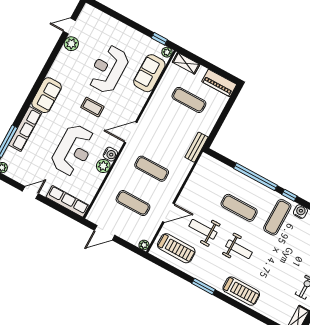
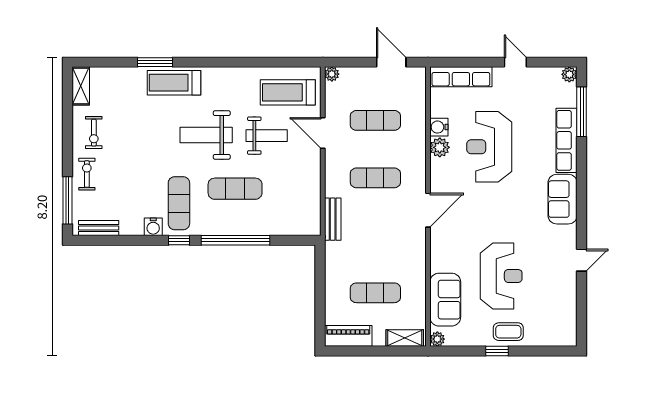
door: (69, 26) -> (582, 260), moved
window: (159, 39) -> (497, 351), moved
plant: (71, 44) -> (567, 283), removed
coffee table: (92, 107) -> (508, 332), moved
bench: (196, 147) -> (333, 219), moved
water cooler: (110, 154) -> (439, 127), moved
door: (30, 192) -> (515, 62), swing flipped
door: (169, 213) -> (323, 133), hinge flipped
door: (105, 233) -> (391, 62), hinge flipped
weight bench: (239, 249) -> (206, 135), width x1.36, depth x1.33
window: (204, 286) -> (155, 62), moved

